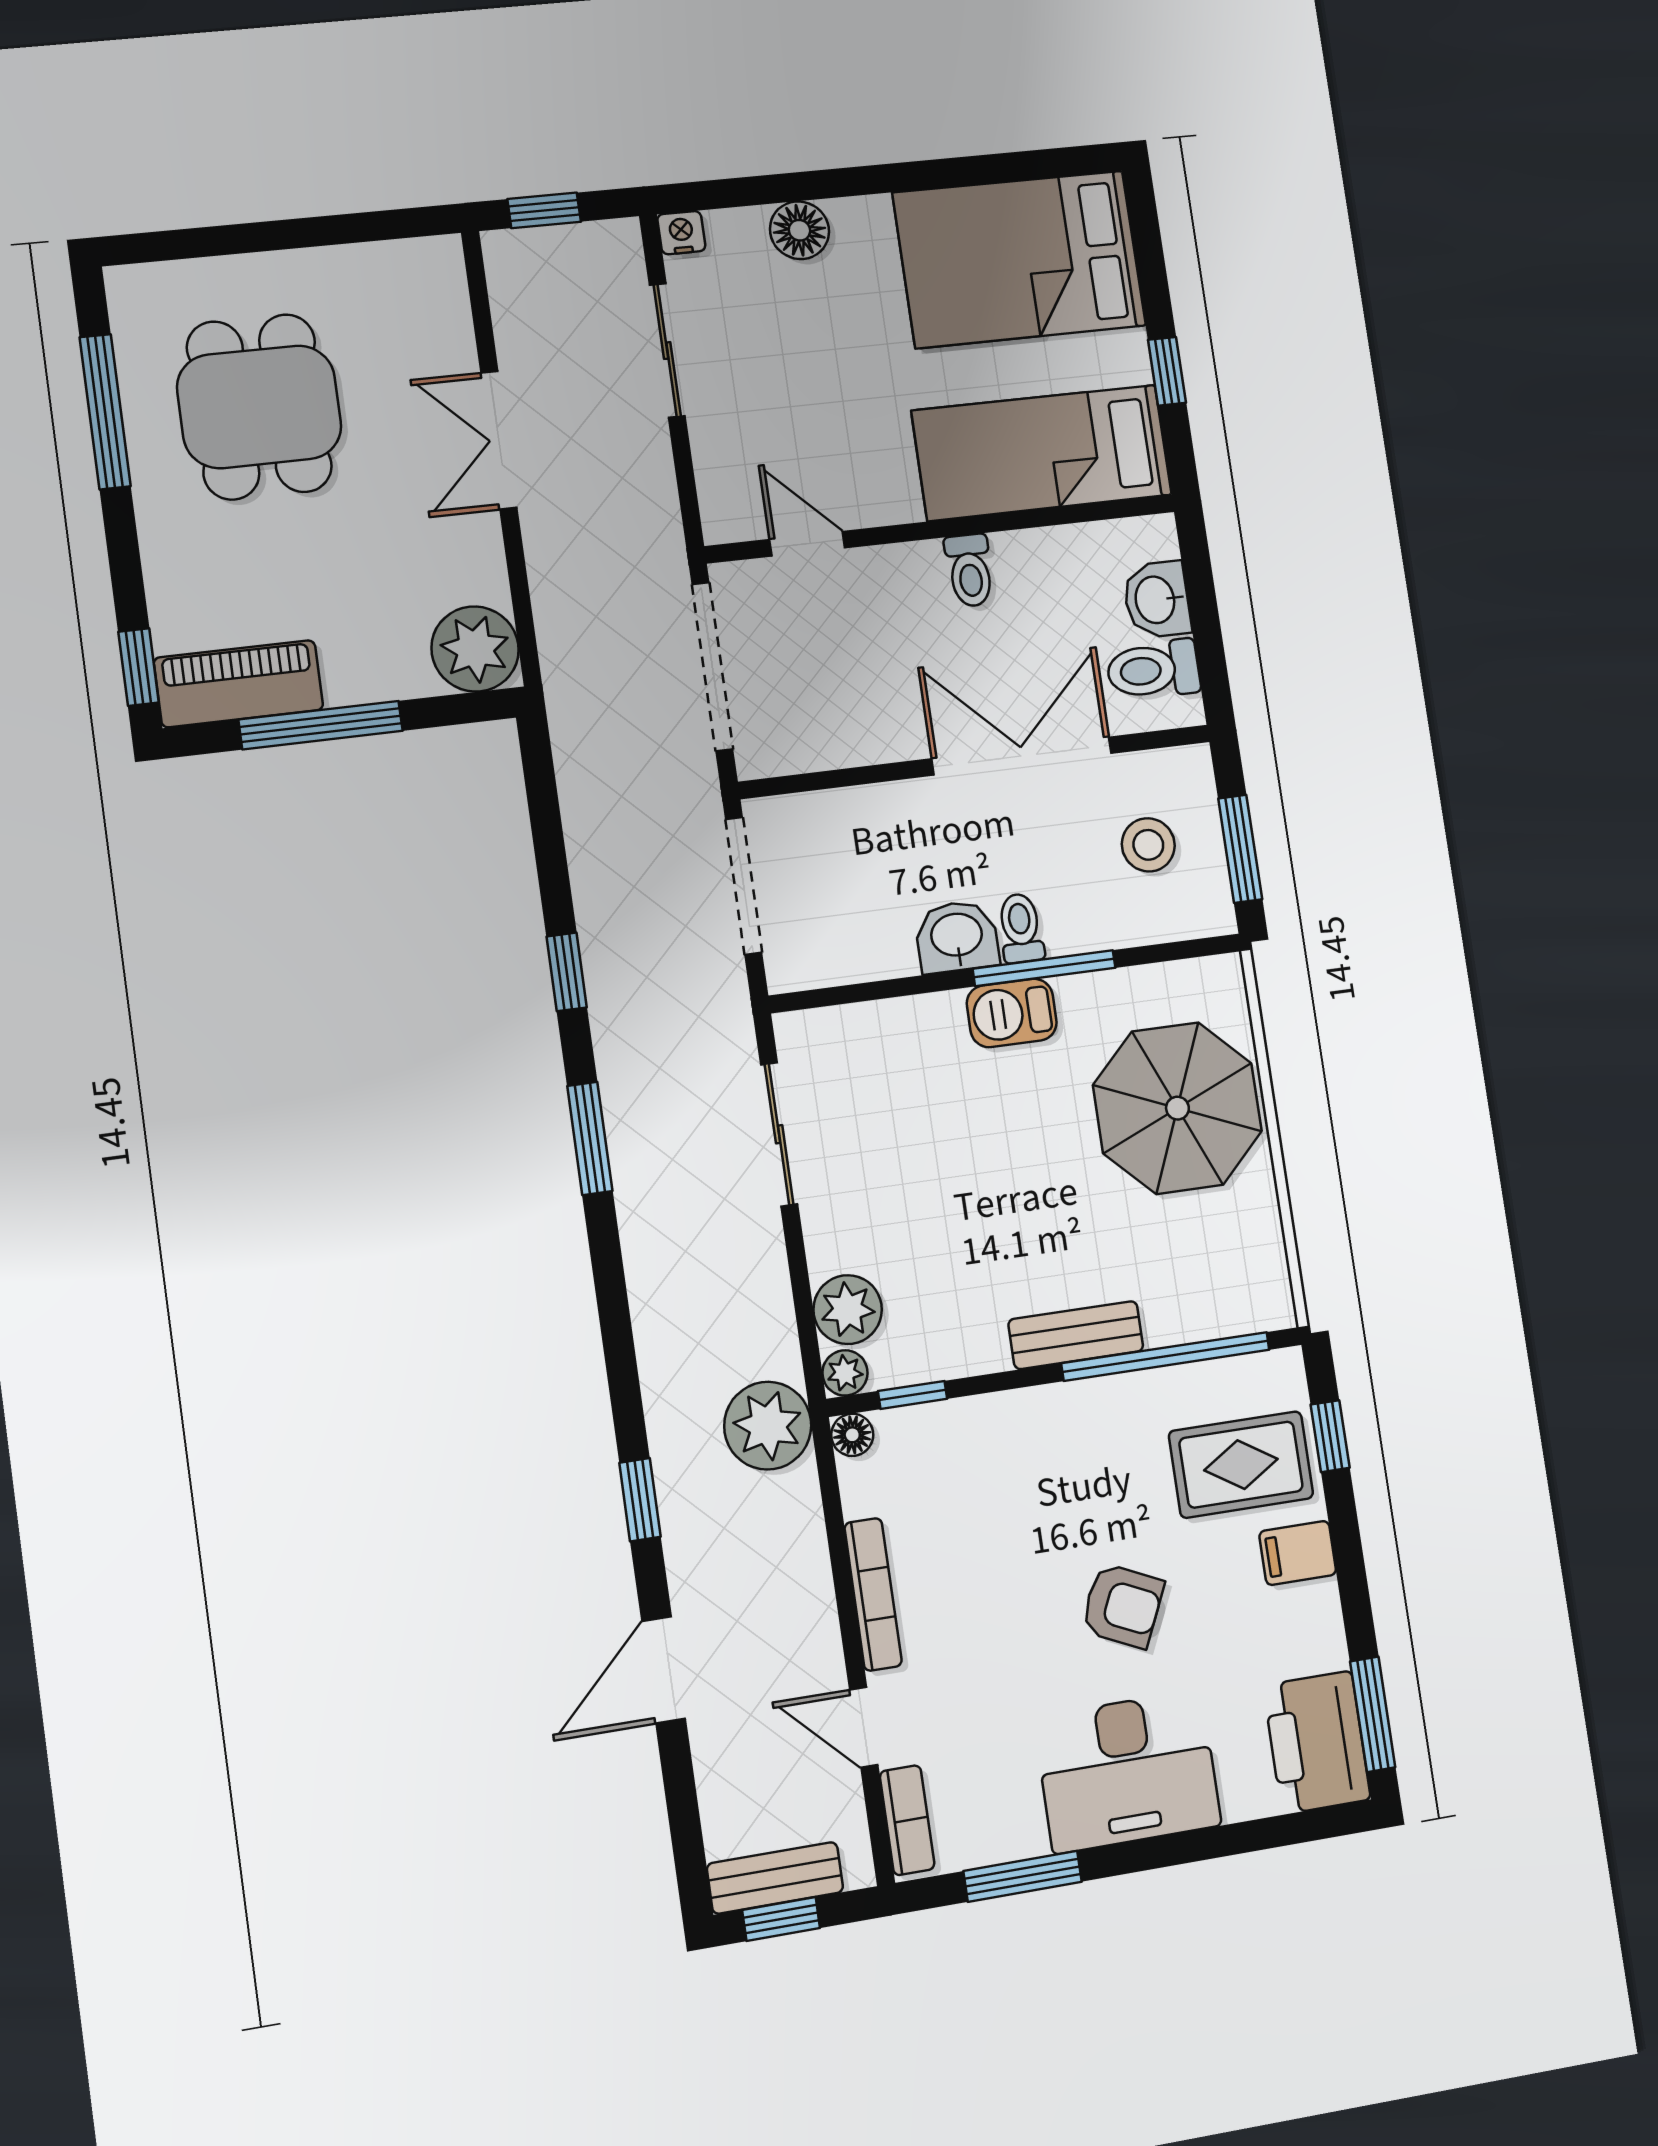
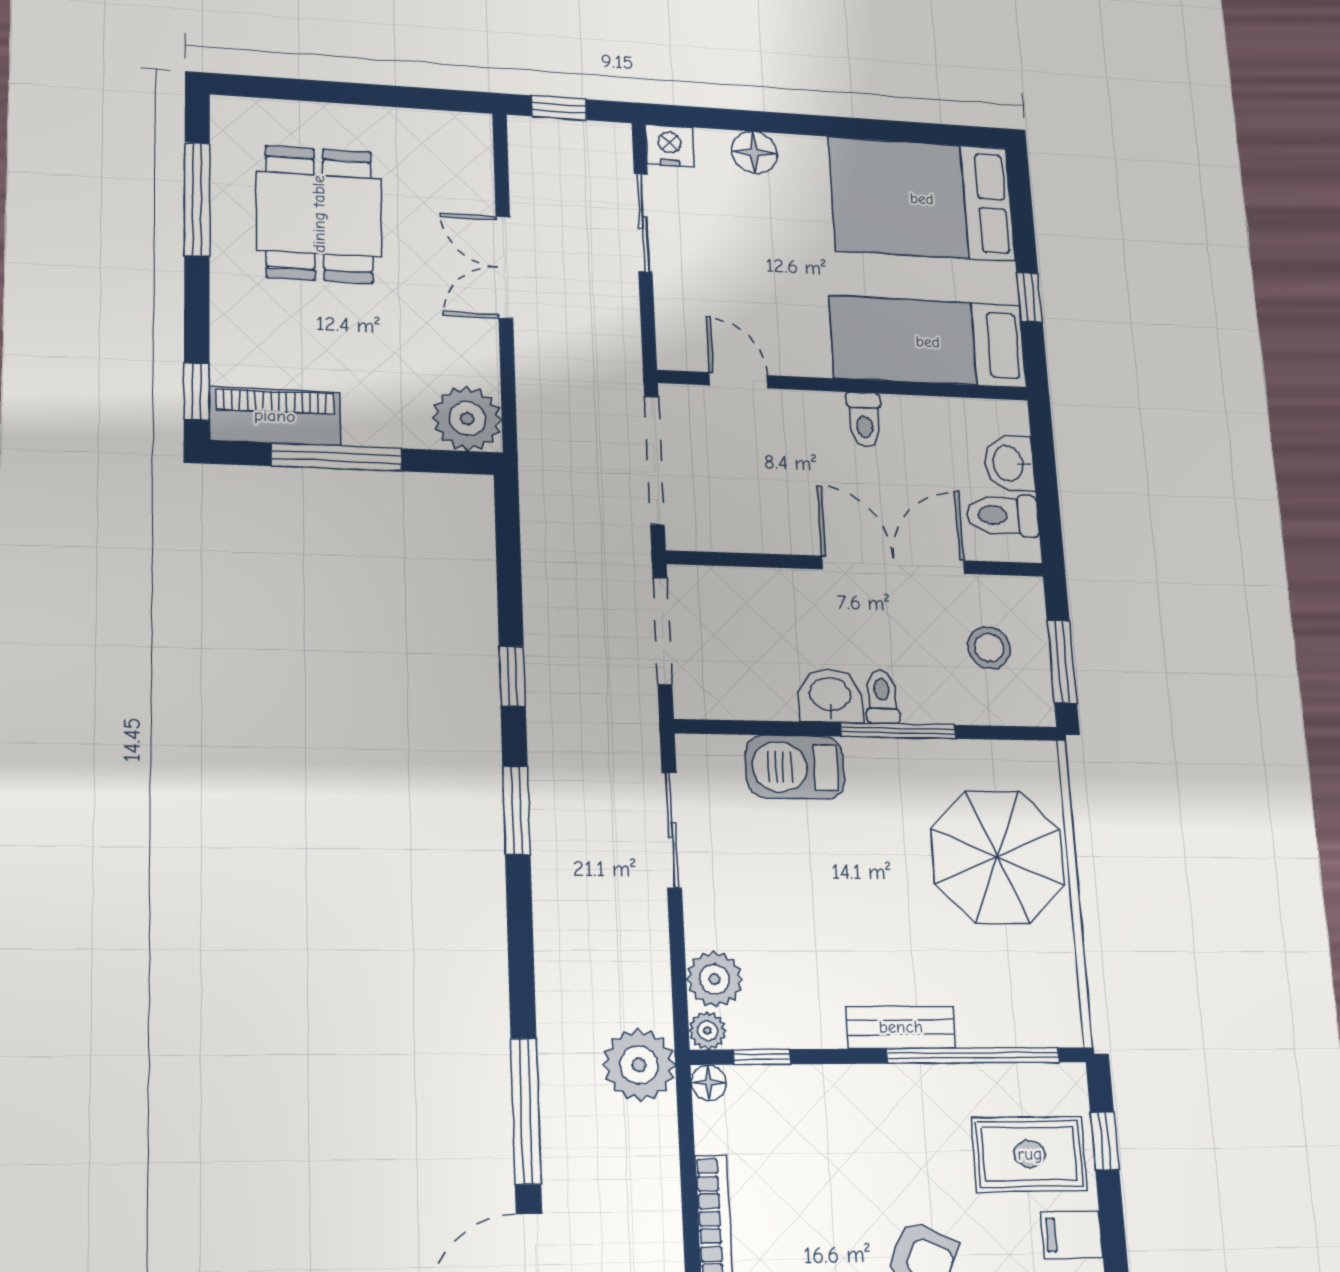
nightstand: (681, 233) -> (670, 146), width x1.39, depth x1.35
barbecue: (1012, 1013) -> (795, 767), moved, width x1.38, depth x1.27
window: (640, 1500) -> (526, 1111), width x2.17

